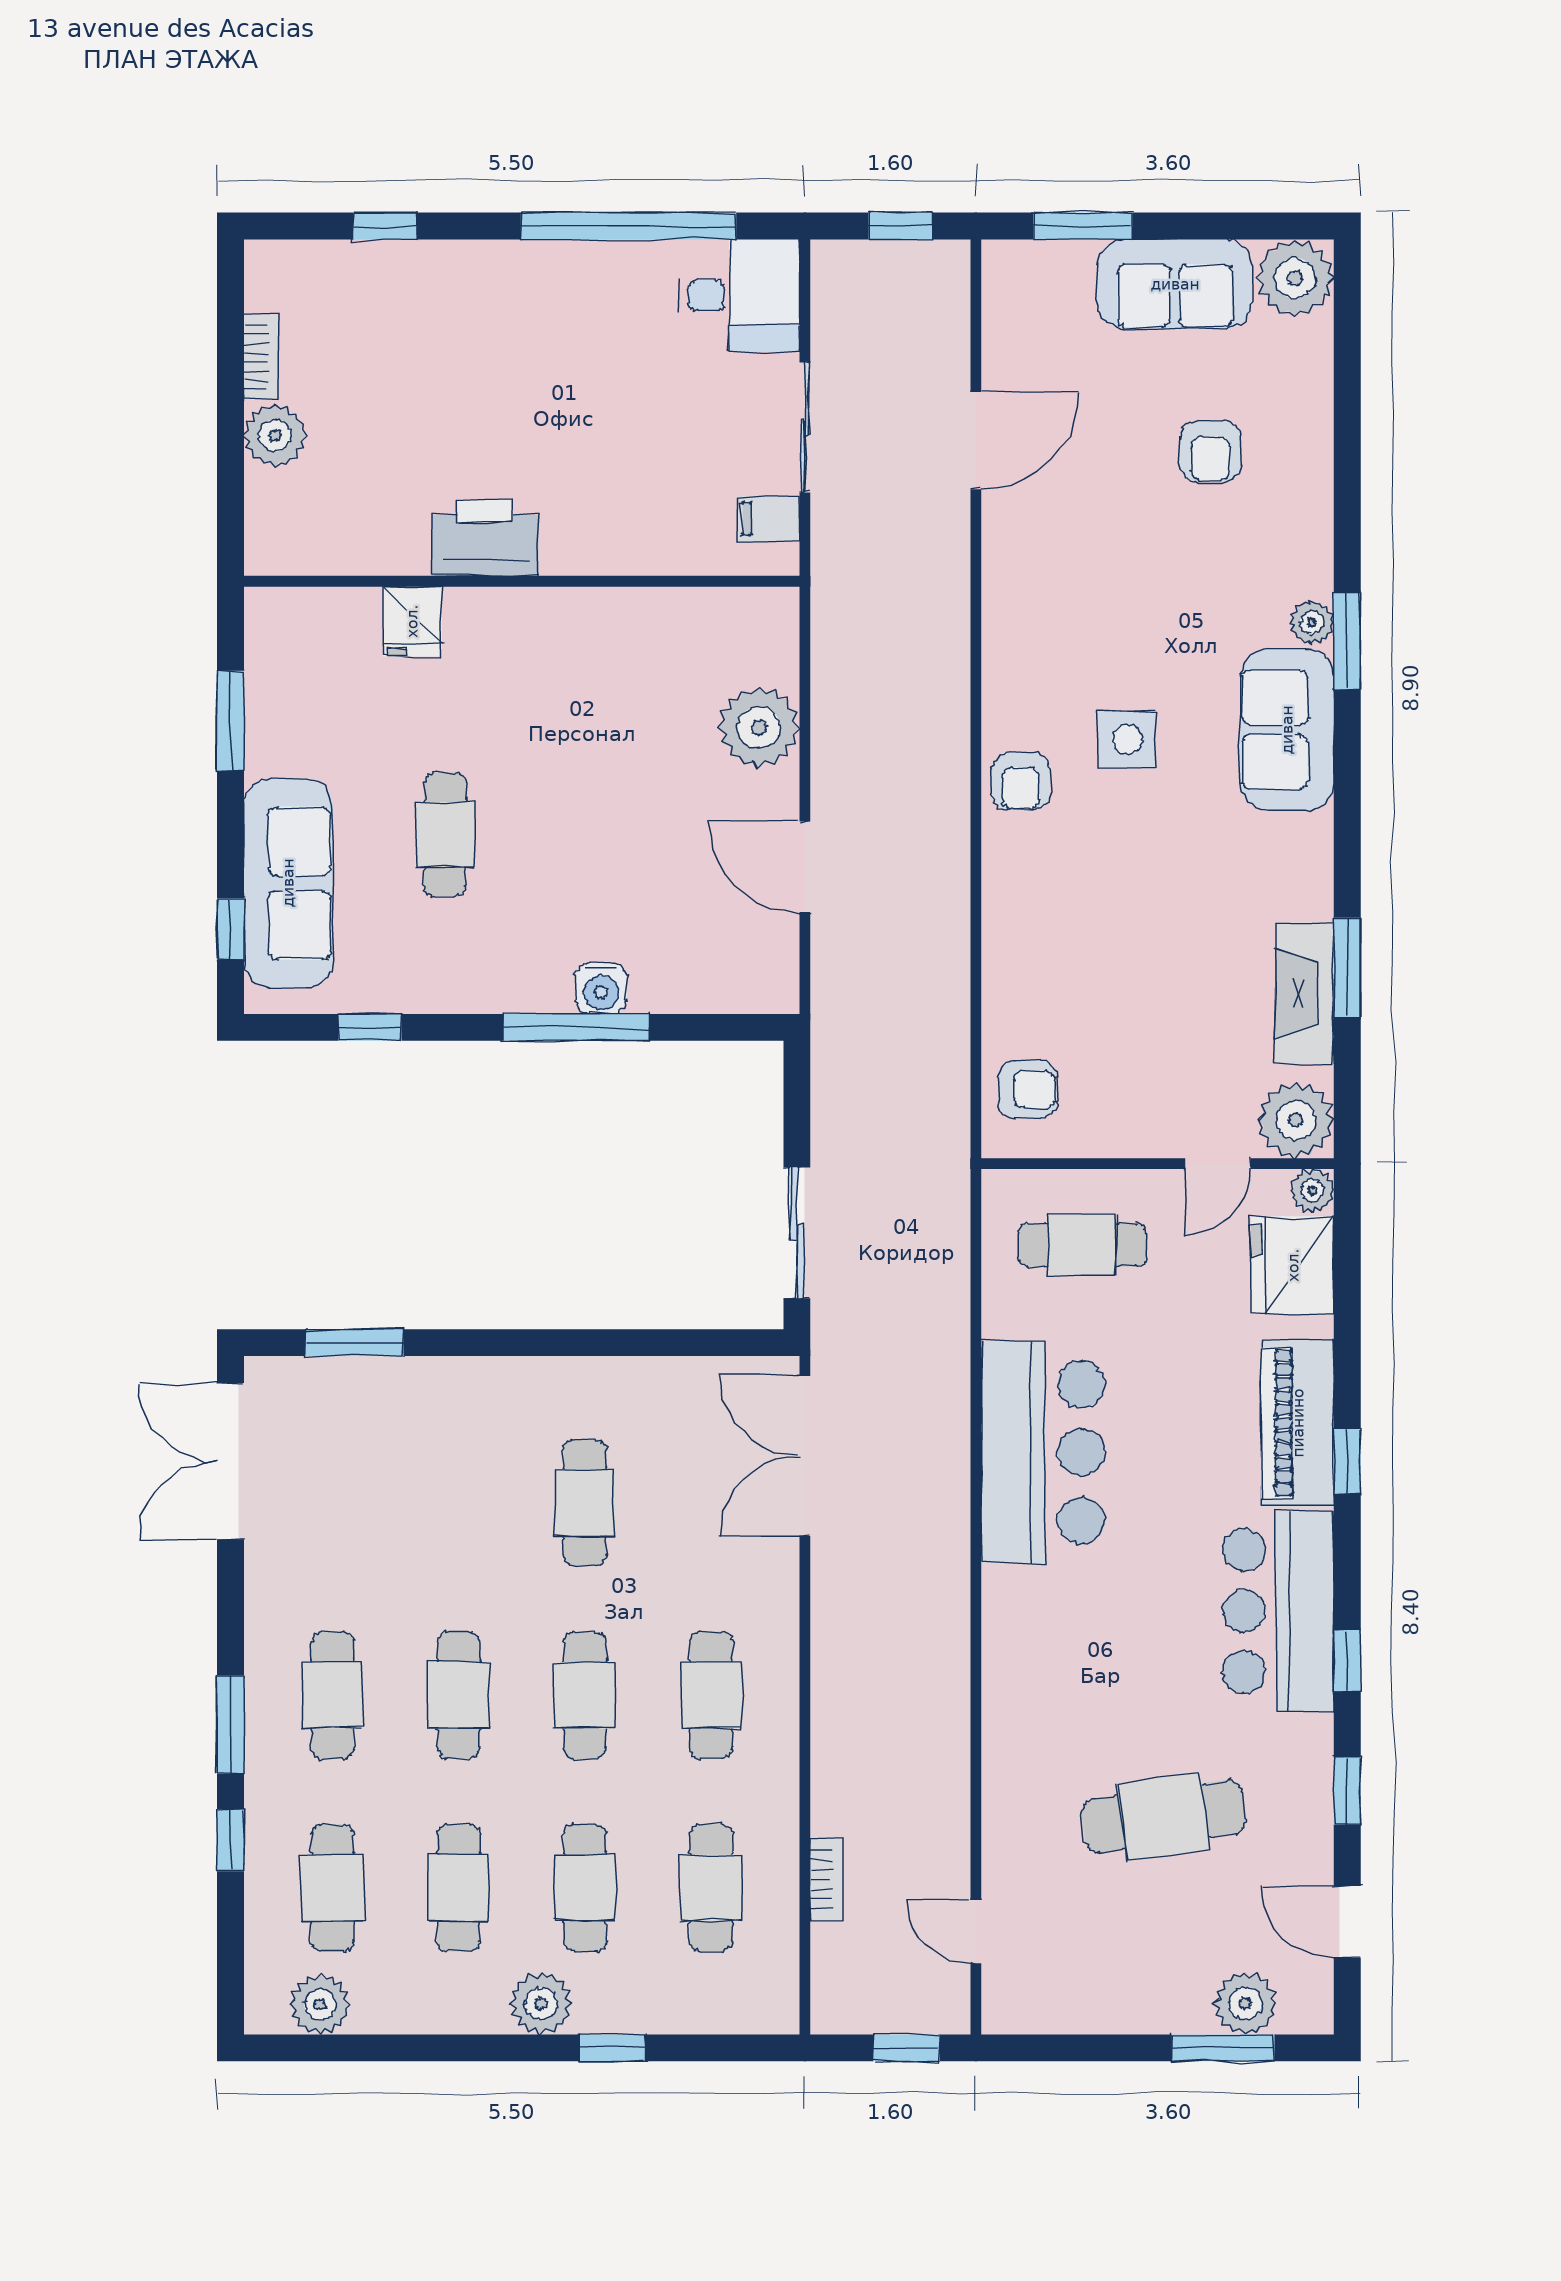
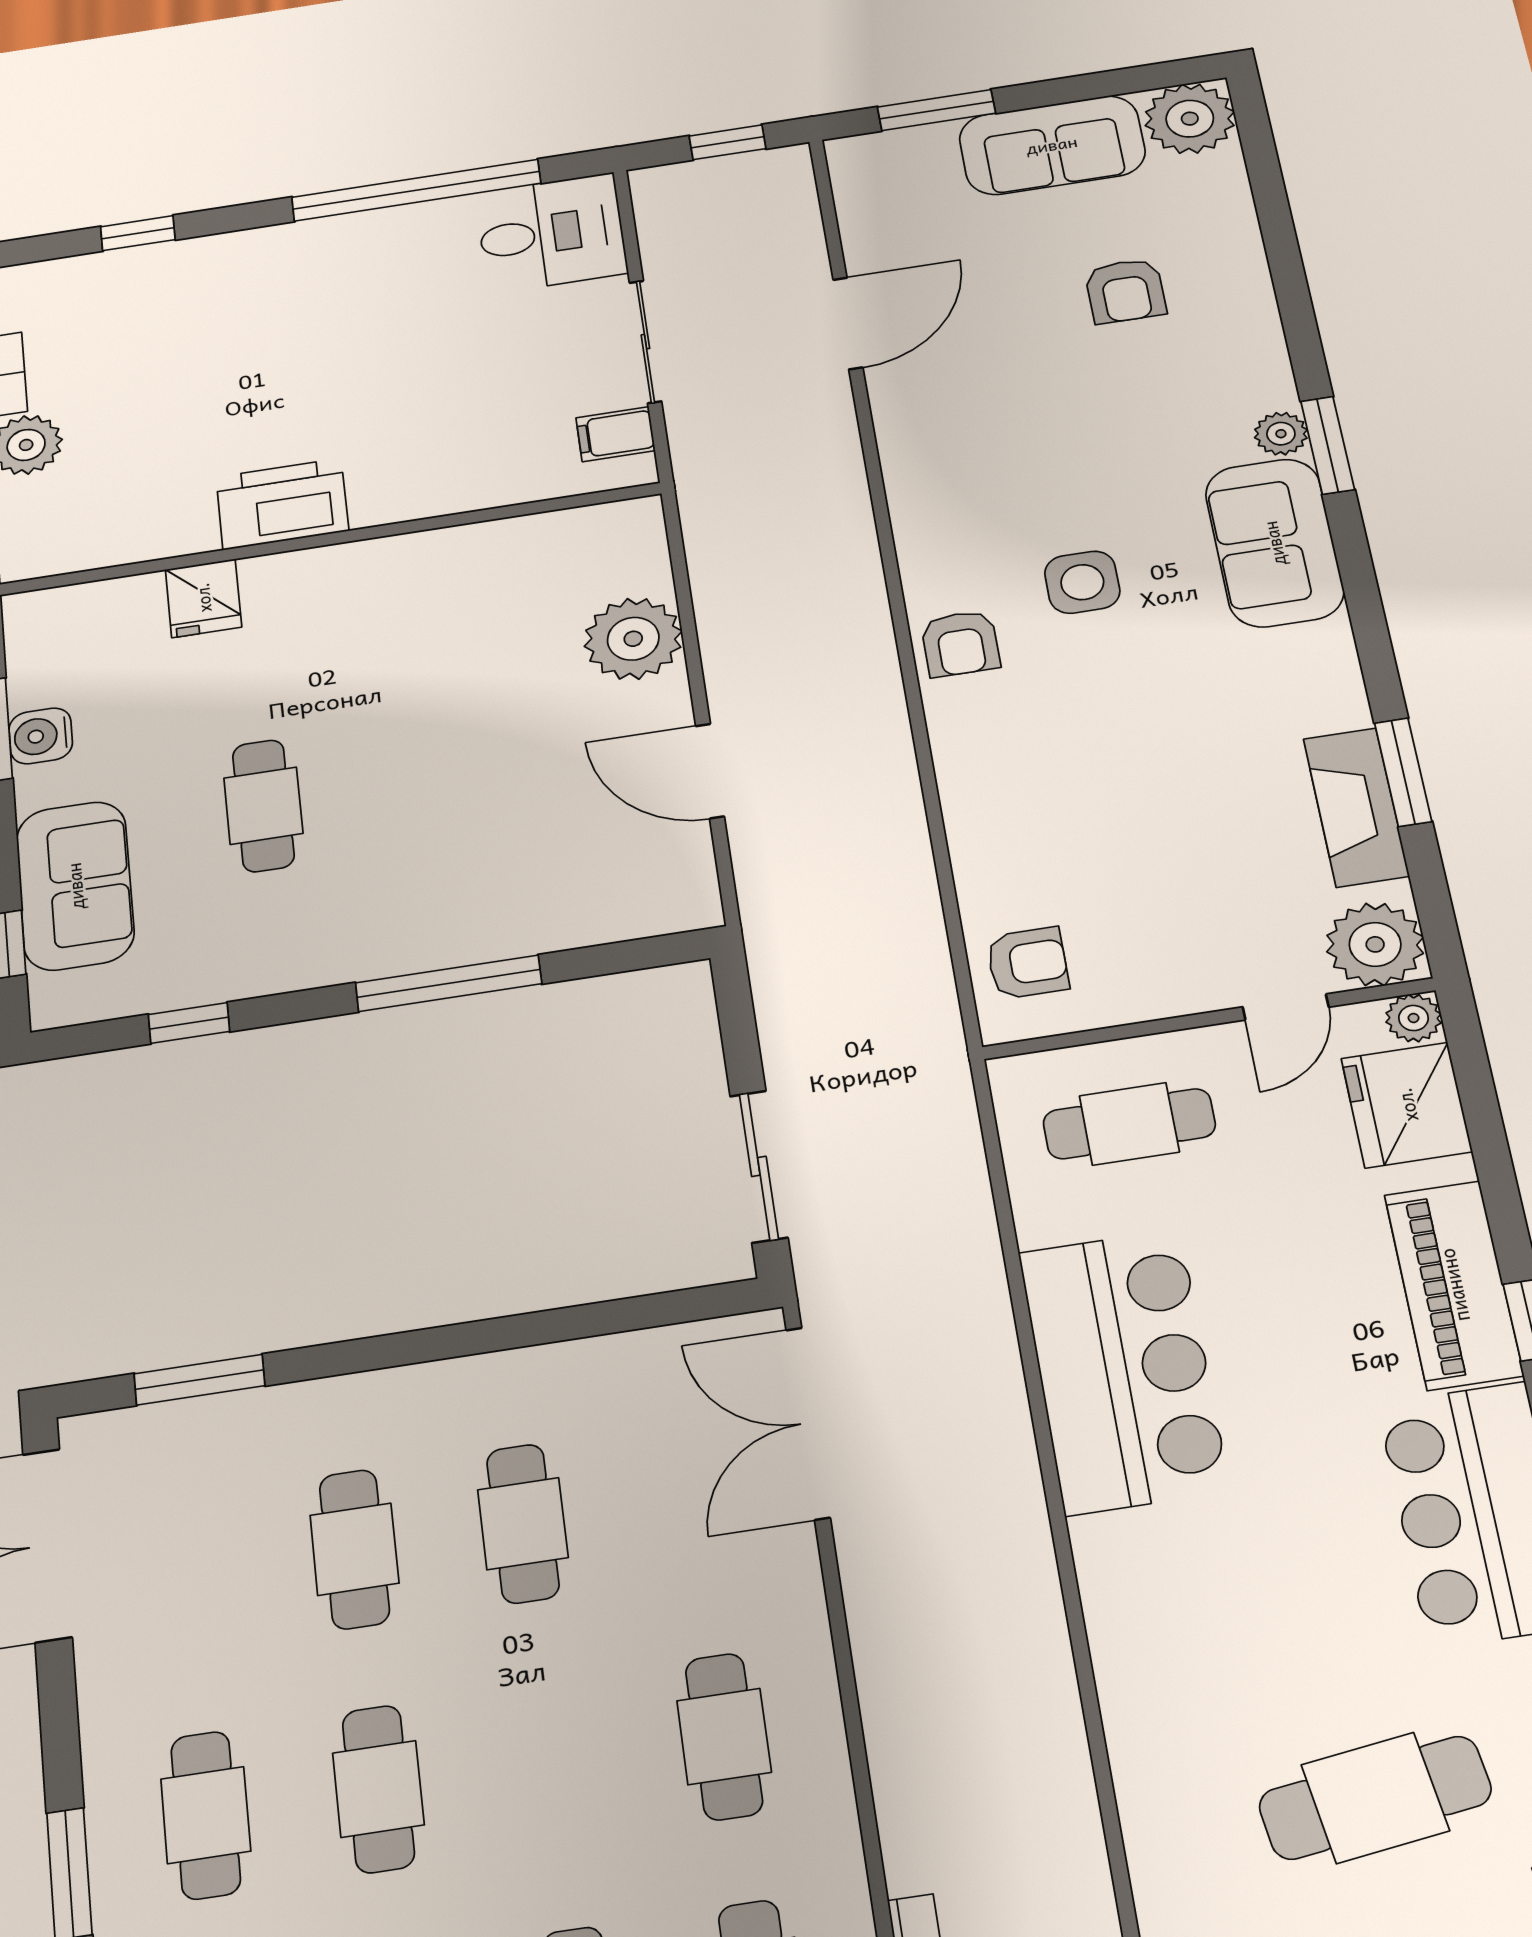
sofa: (288, 883) -> (75, 886), width x0.73
water cooler: (601, 989) -> (41, 736), moved, turned 90
cafe table: (585, 1695) -> (354, 1549), moved

